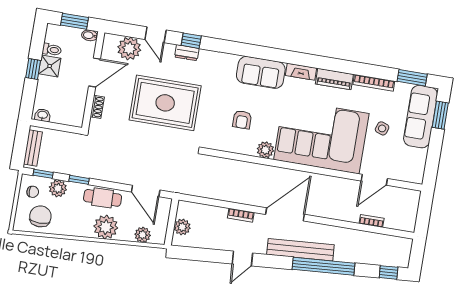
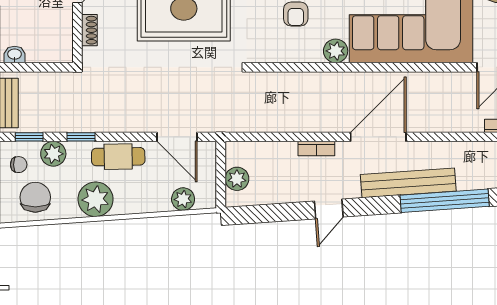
plant: (106, 227) -> (96, 199), moved

